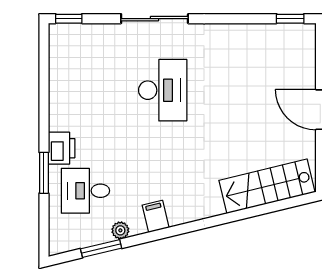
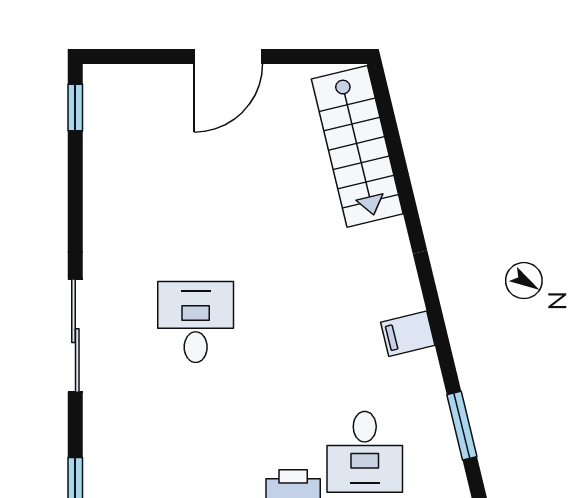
desk: (163, 90) -> (196, 322), width x0.73
plant: (120, 230) -> (431, 393), removed

